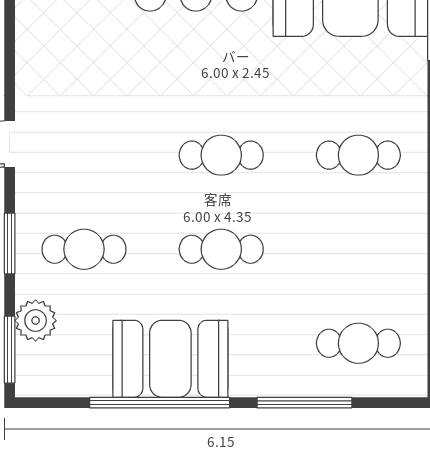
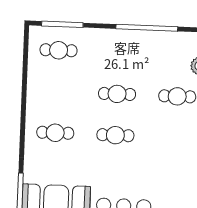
booth: (170, 359) -> (141, 47), removed
window: (304, 403) -> (62, 24), moved

